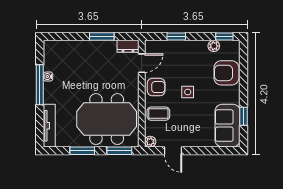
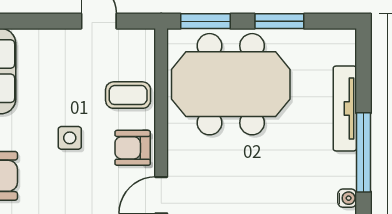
water cooler: (48, 77) -> (347, 198), moved
tv unit: (49, 126) -> (345, 109), moved
plant: (150, 142) -> (144, 39), removed

